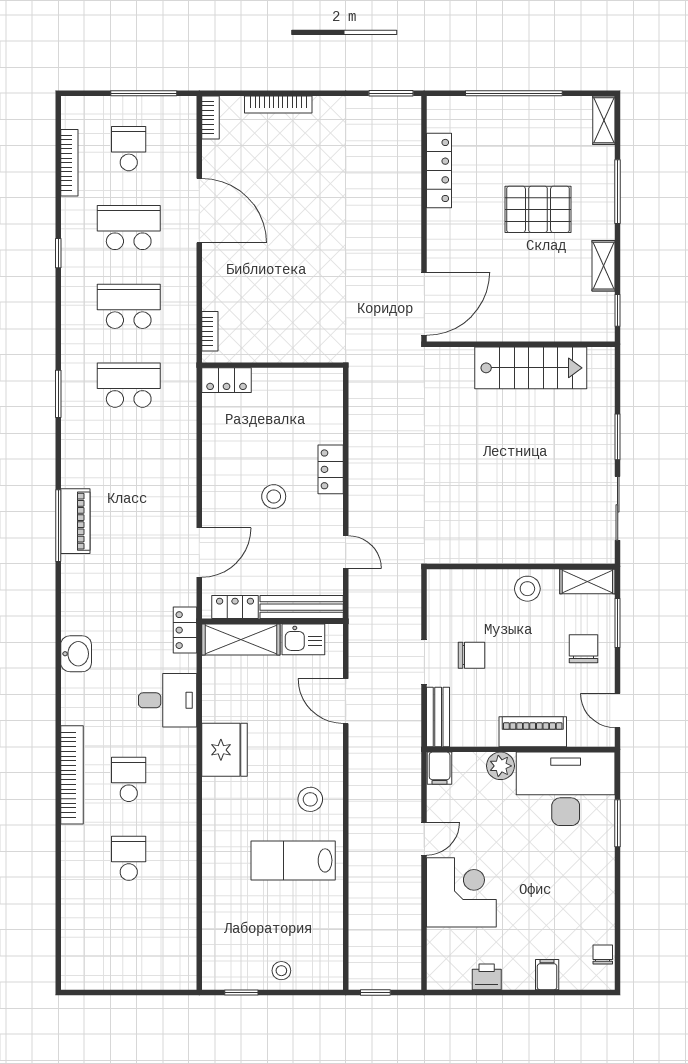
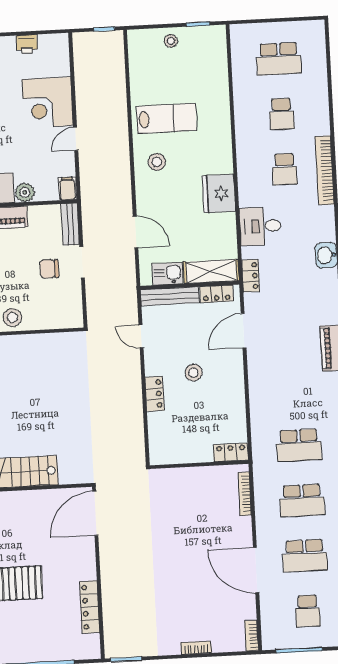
bookcase: (278, 105) -> (196, 648), width x0.64
bookcase: (210, 331) -> (245, 494), width x1.56
school desk: (129, 937) -> (279, 59), added

